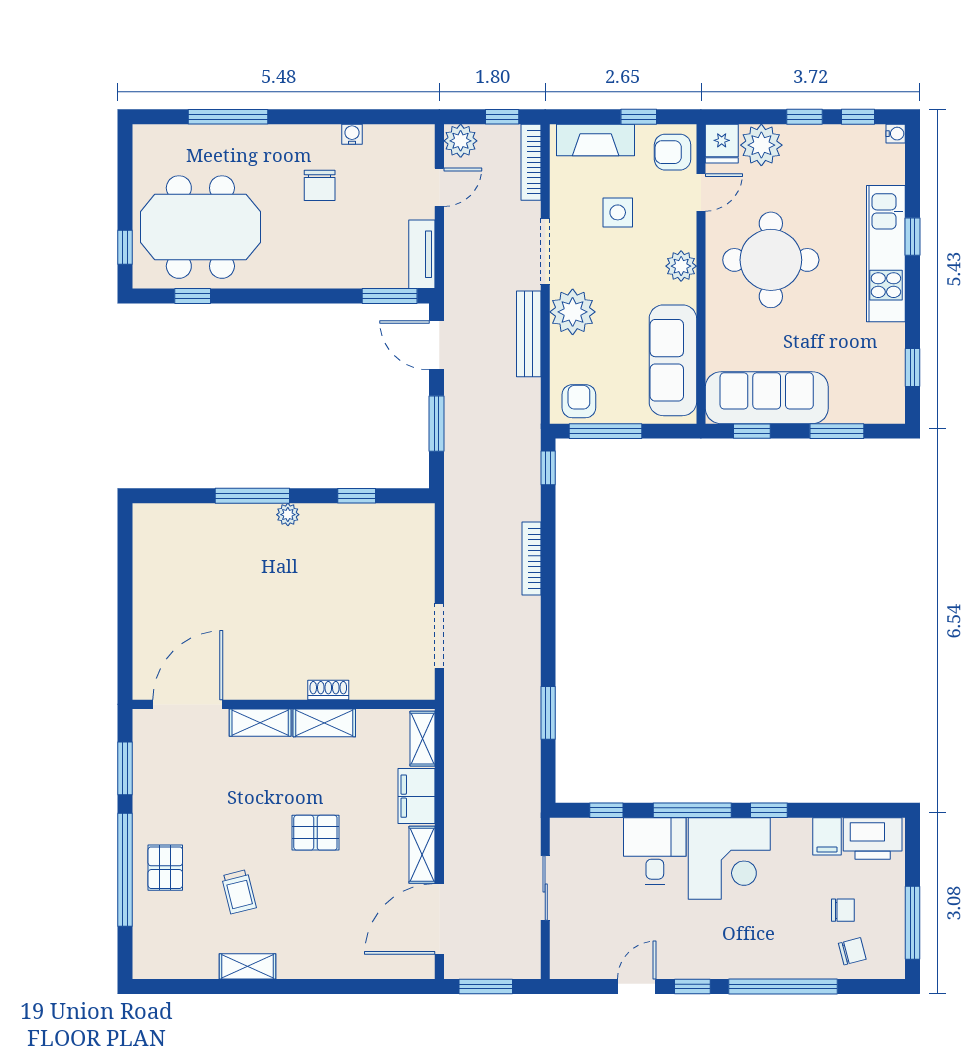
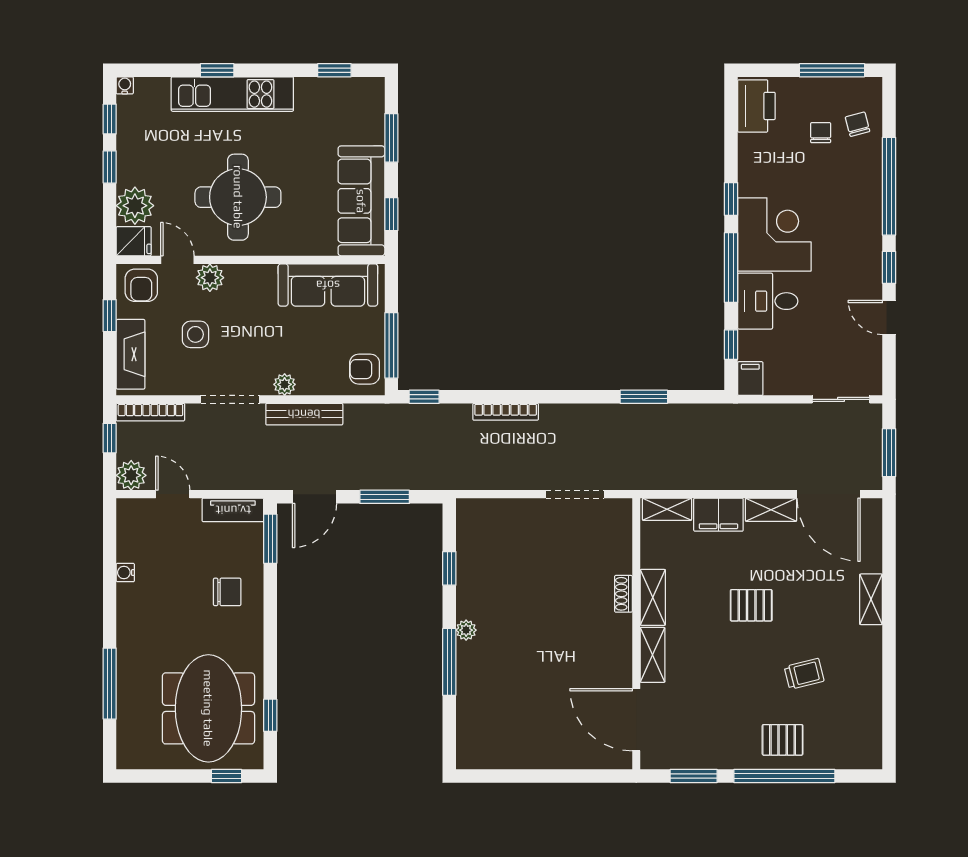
chair: (320, 185) -> (227, 592), moved
plant: (681, 266) -> (210, 278), moved
plant: (573, 312) -> (285, 384), width x0.53, depth x0.53
pallet: (315, 833) -> (751, 605), turned 90
filing cabinet: (827, 836) -> (750, 379), moved, turned -90
sliding door: (545, 888) -> (841, 399), moved
shelving: (247, 966) -> (871, 599), moved

